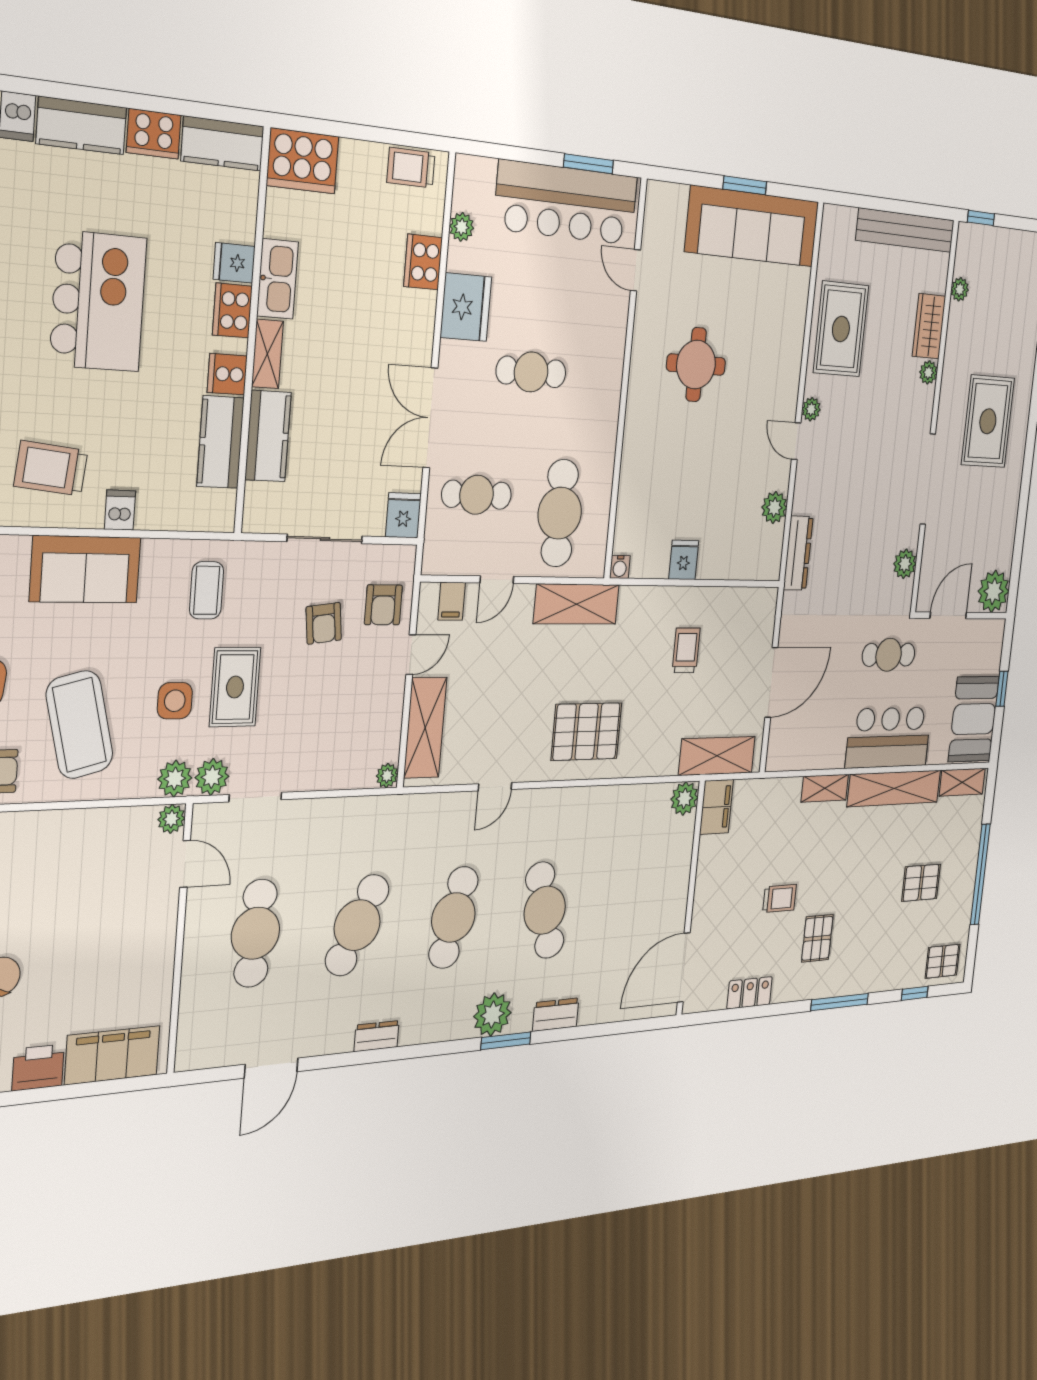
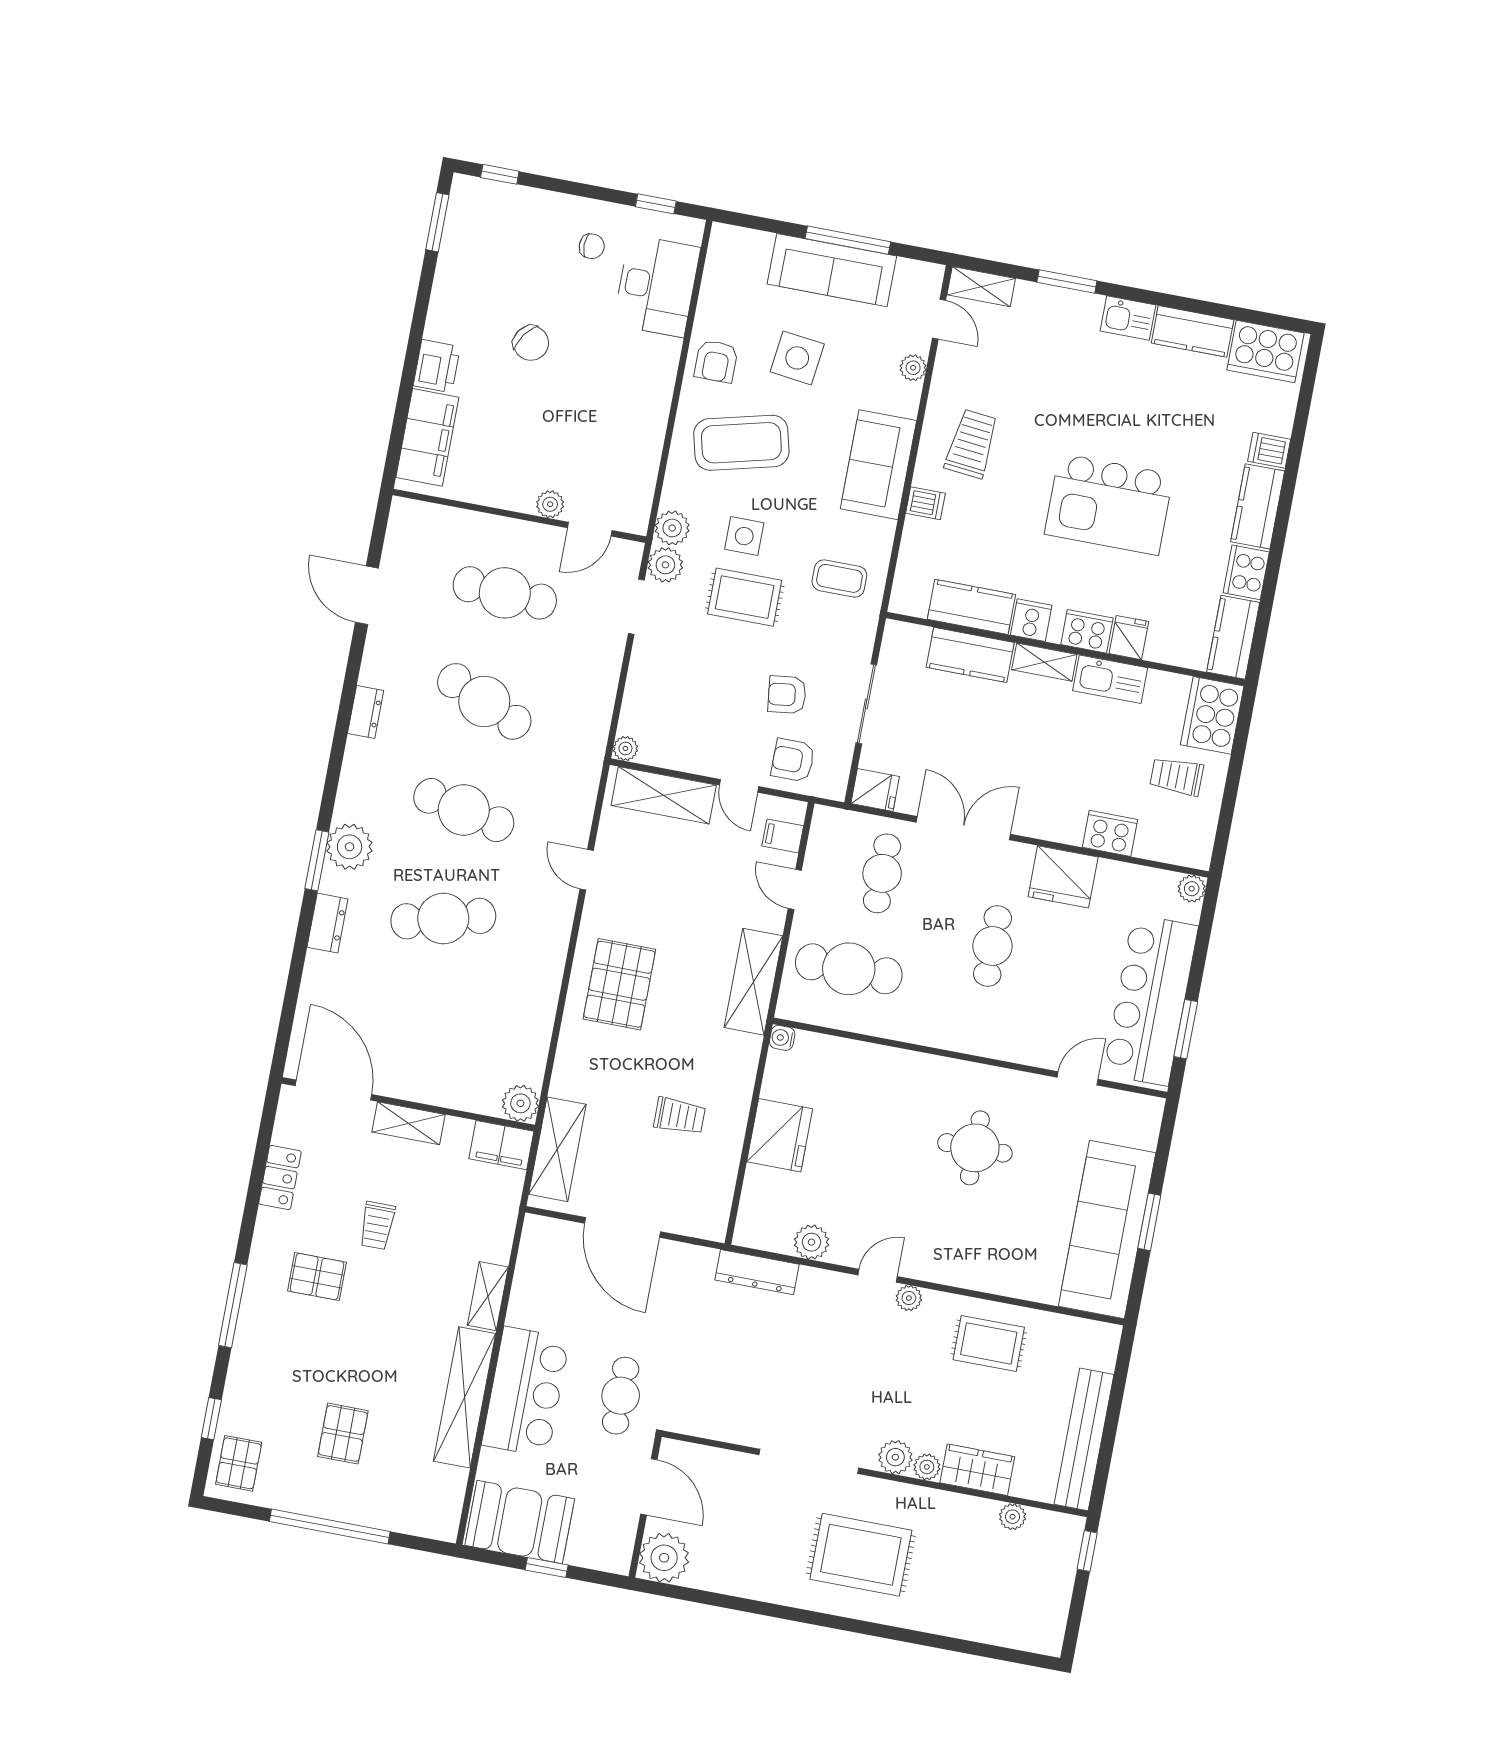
trolley: (411, 168) -> (1177, 776), moved, turned -90
plant: (462, 227) -> (1192, 889), moved
rug: (841, 329) -> (989, 1343), width x0.73, depth x0.70
fridge: (684, 560) -> (780, 1135), width x1.88, depth x1.34
plant: (905, 564) -> (895, 1457), moved
shelving: (962, 782) -> (409, 1123), moved, turned 90
plant: (171, 819) -> (550, 504), moved

